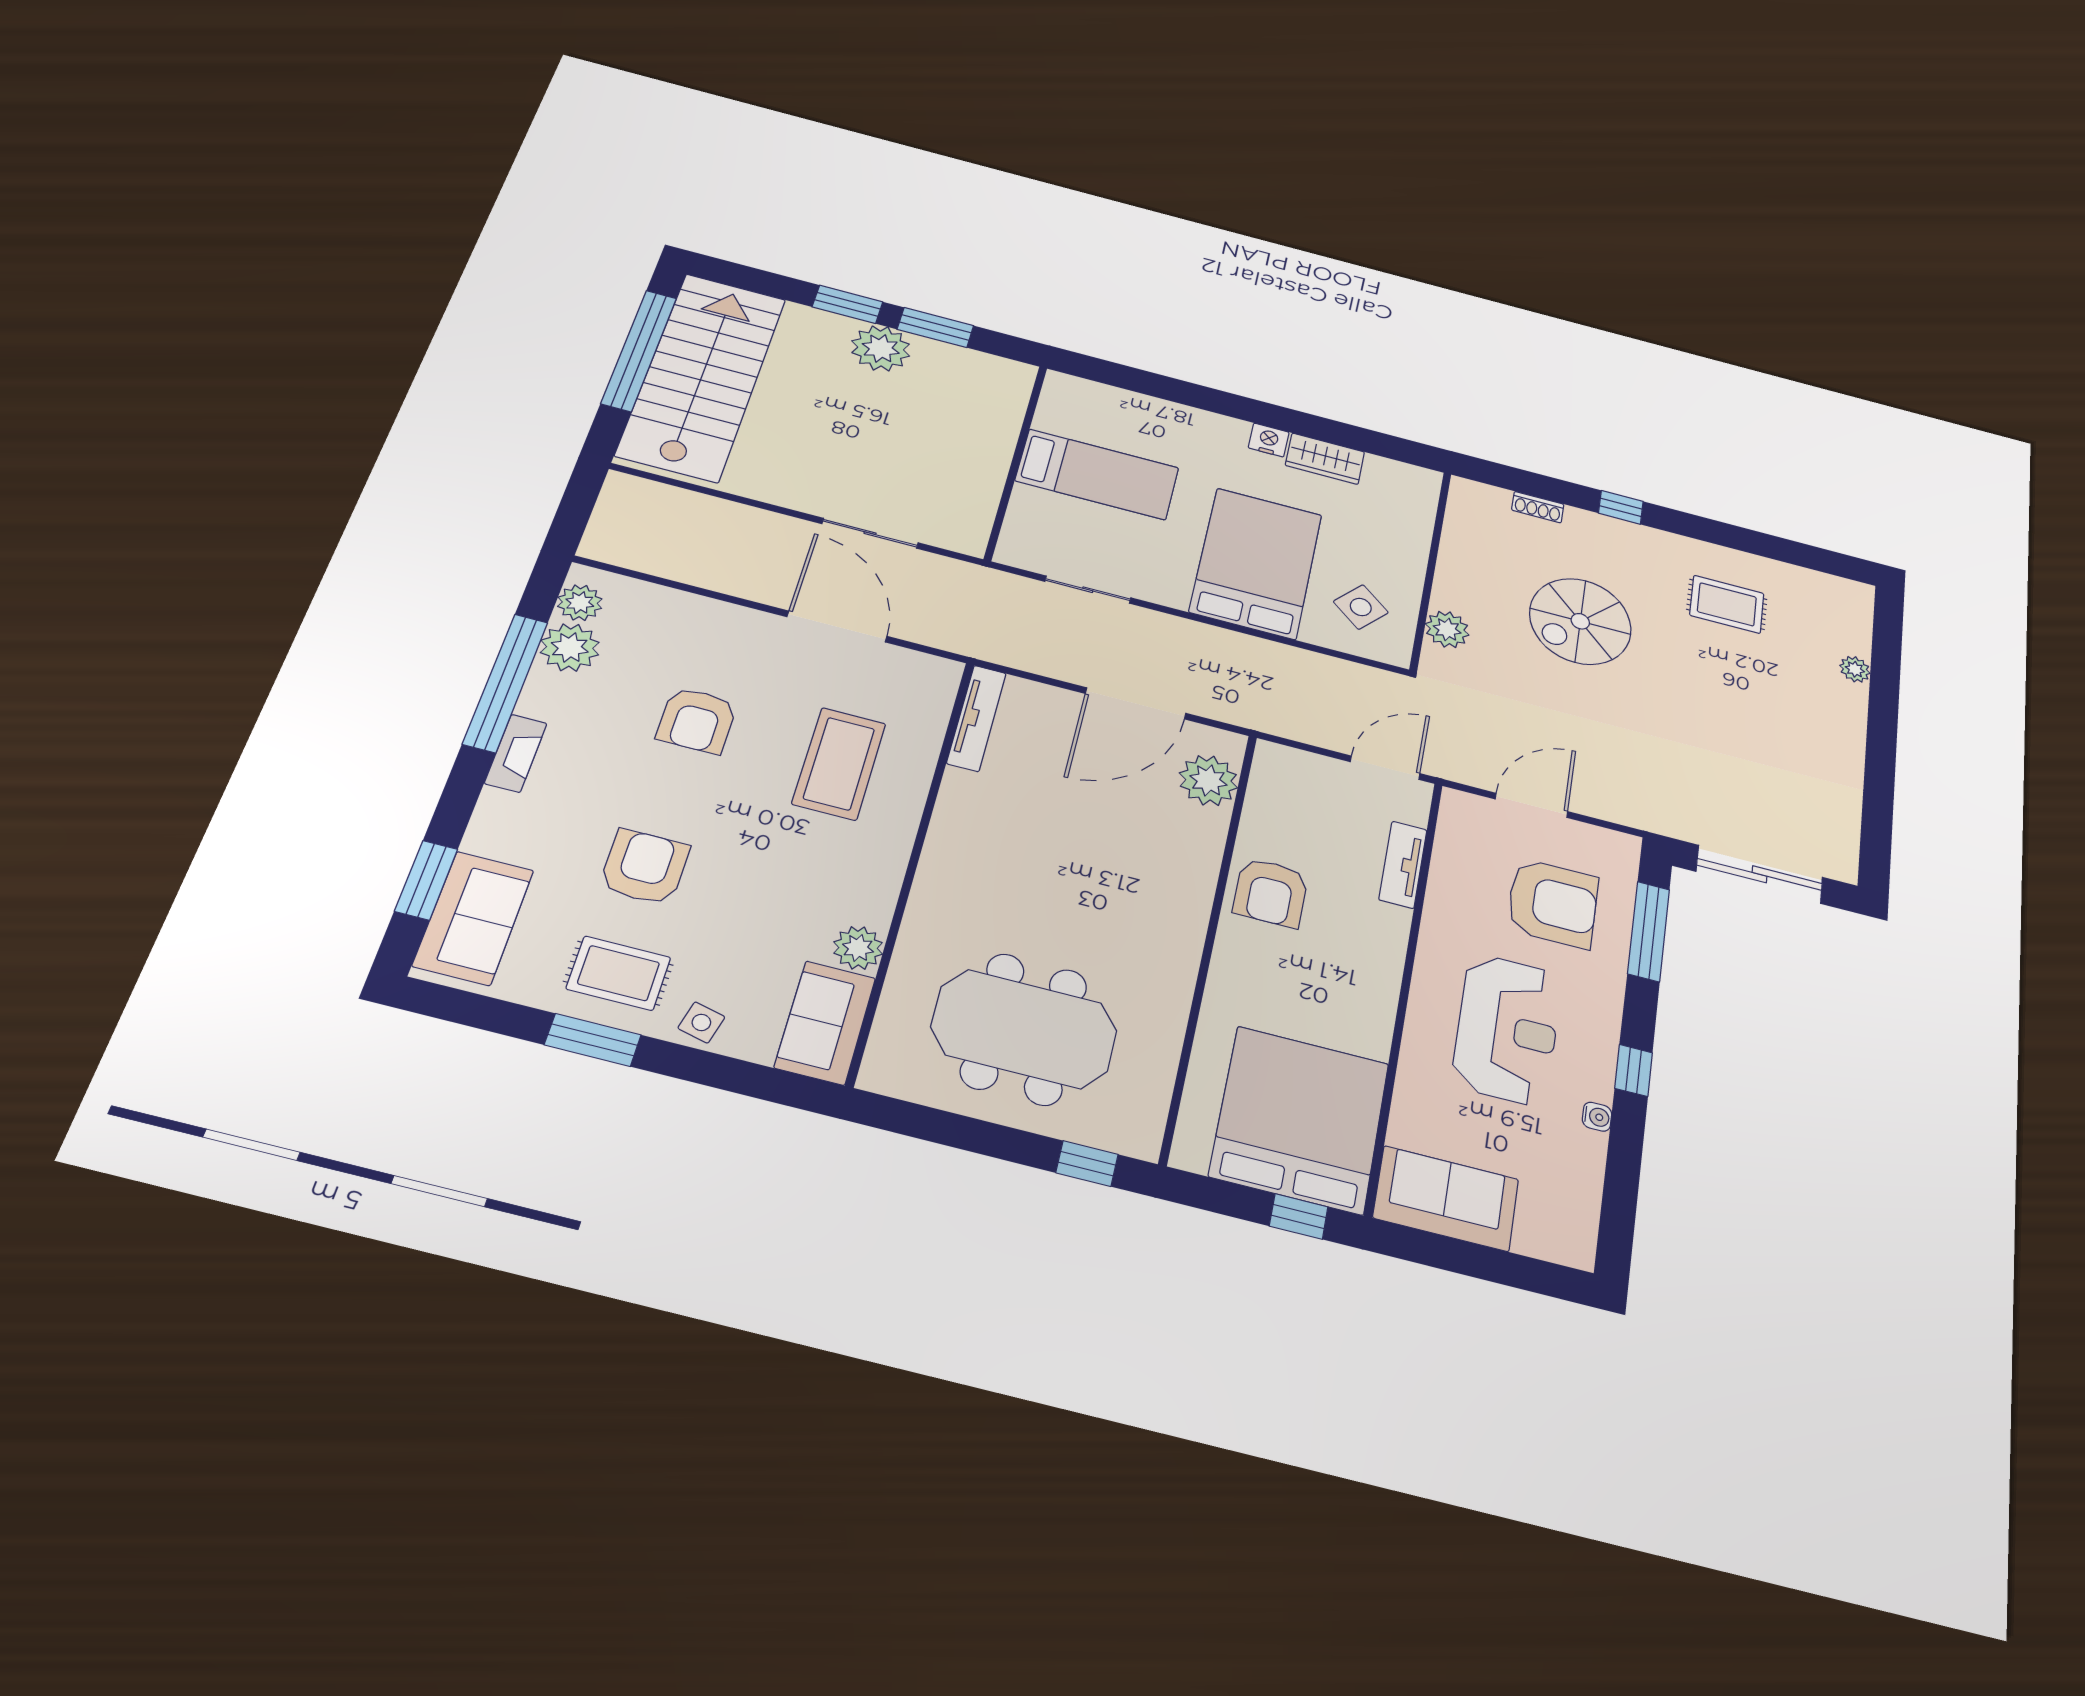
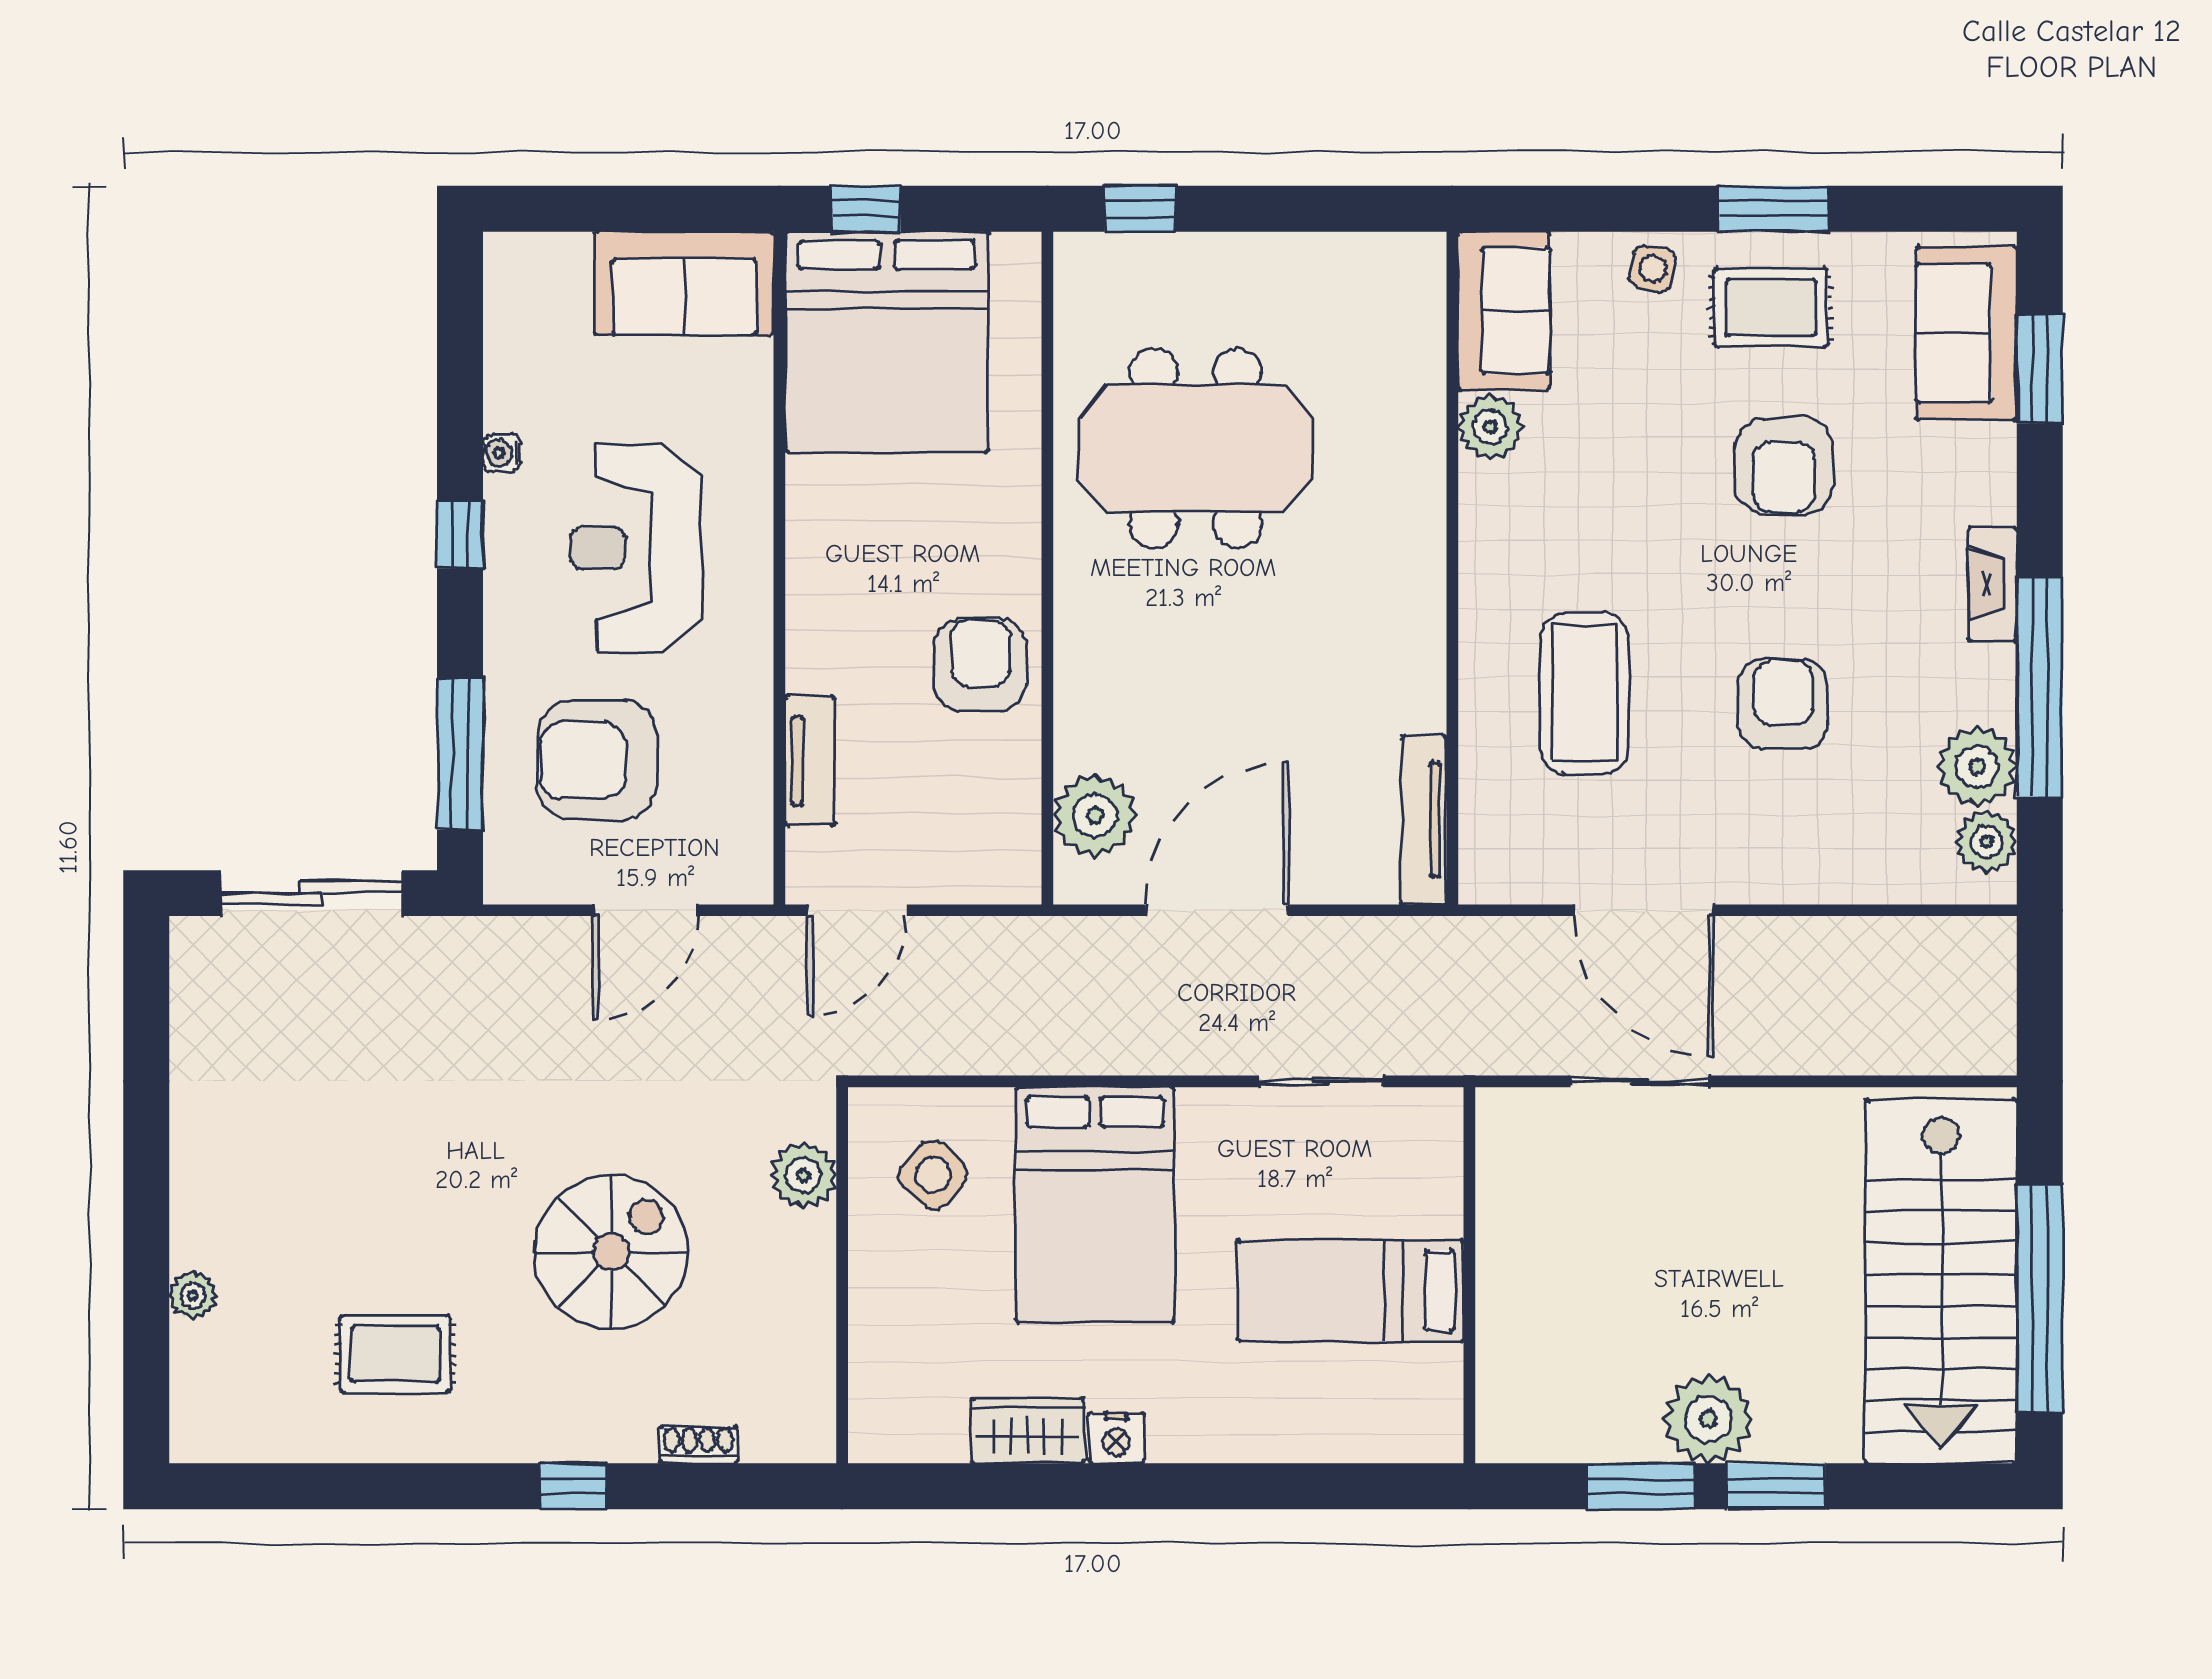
meeting table: (1024, 1029) -> (1196, 448), moved

